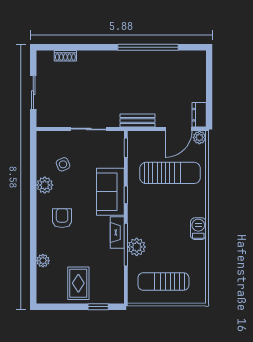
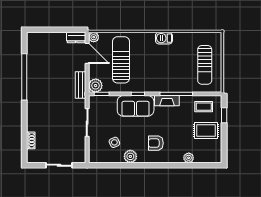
plant: (137, 247) -> (96, 86), moved
coffee table: (109, 280) -> (204, 107), added

